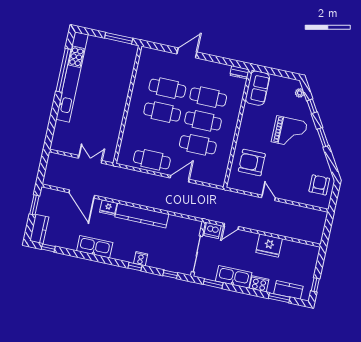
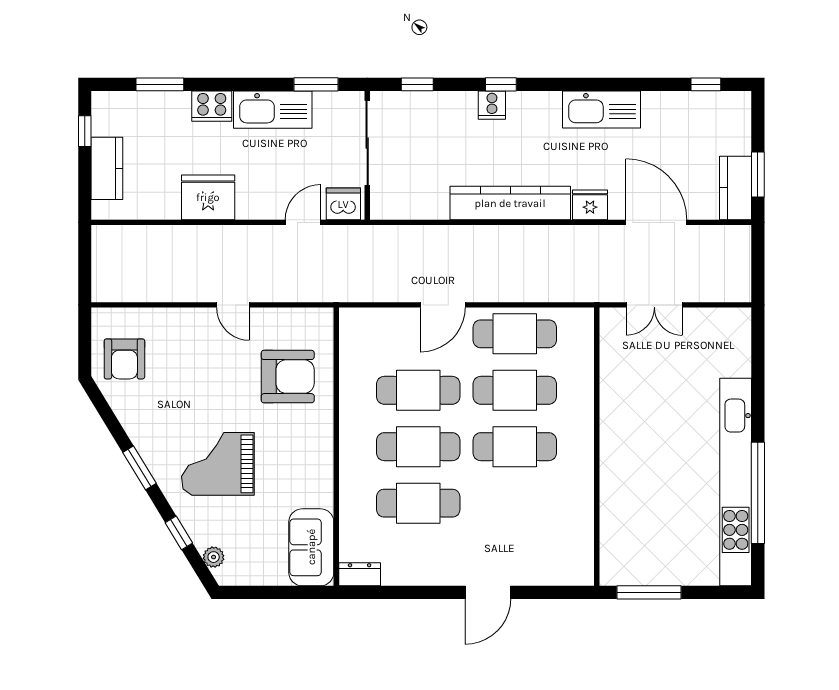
cafe table: (167, 88) -> (515, 390), moved
kitchen counter: (39, 229) -> (736, 188), moved
kitchen counter: (288, 290) -> (107, 168), moved, turned -90

